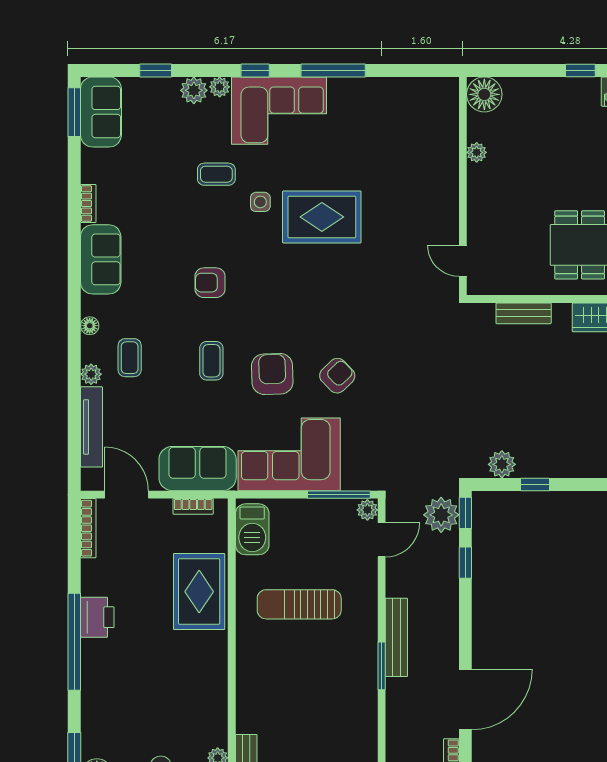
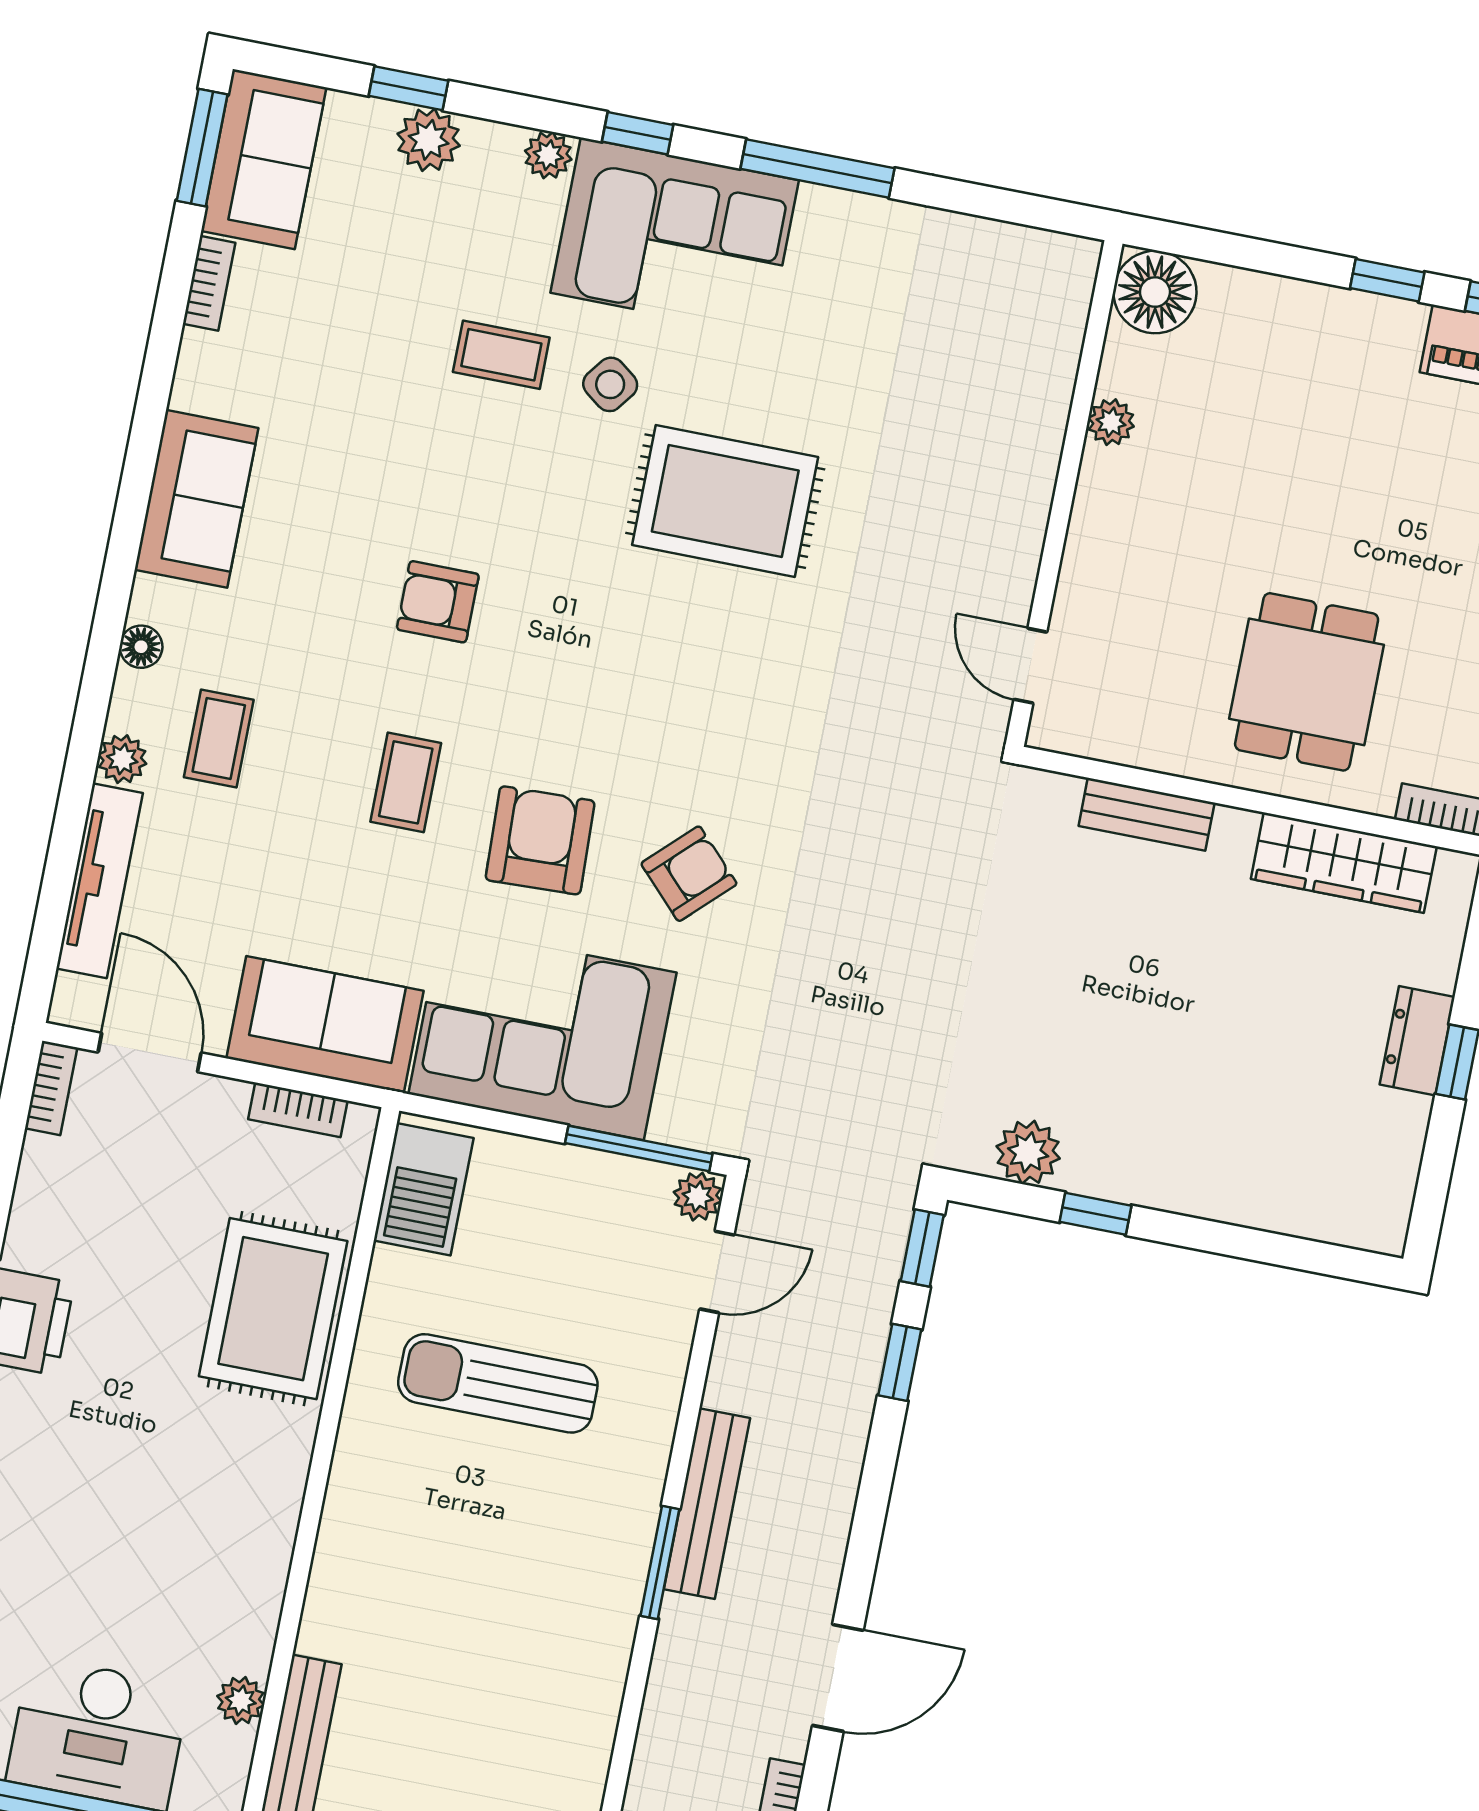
plant: (194, 90) -> (429, 140), moved
side table: (260, 202) -> (610, 384), moved, turned 37
bookcase: (88, 203) -> (209, 283), moved
plant: (441, 515) -> (866, 1241), removed
bookcase: (88, 528) -> (51, 1088), width x0.64
door: (465, 699) -> (838, 1678), width x0.73

